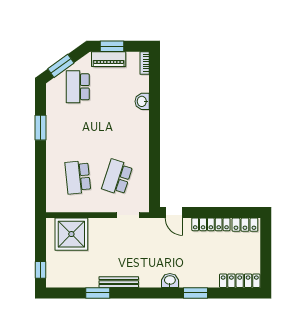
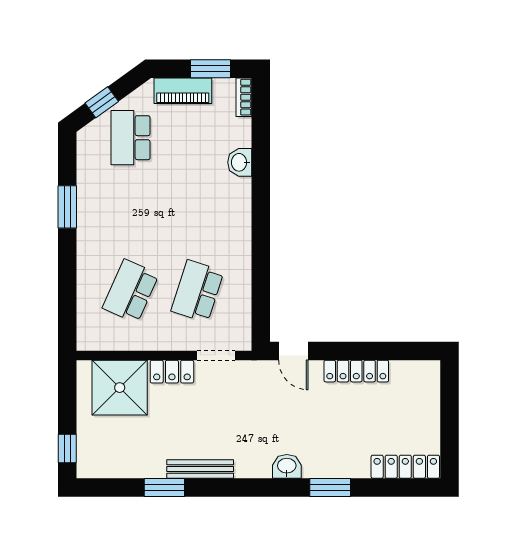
window: (112, 46) -> (210, 69), moved
window: (61, 66) -> (102, 102), width x0.67
school desk: (78, 177) -> (131, 291), turned 30
locker: (245, 225) -> (172, 372), moved

